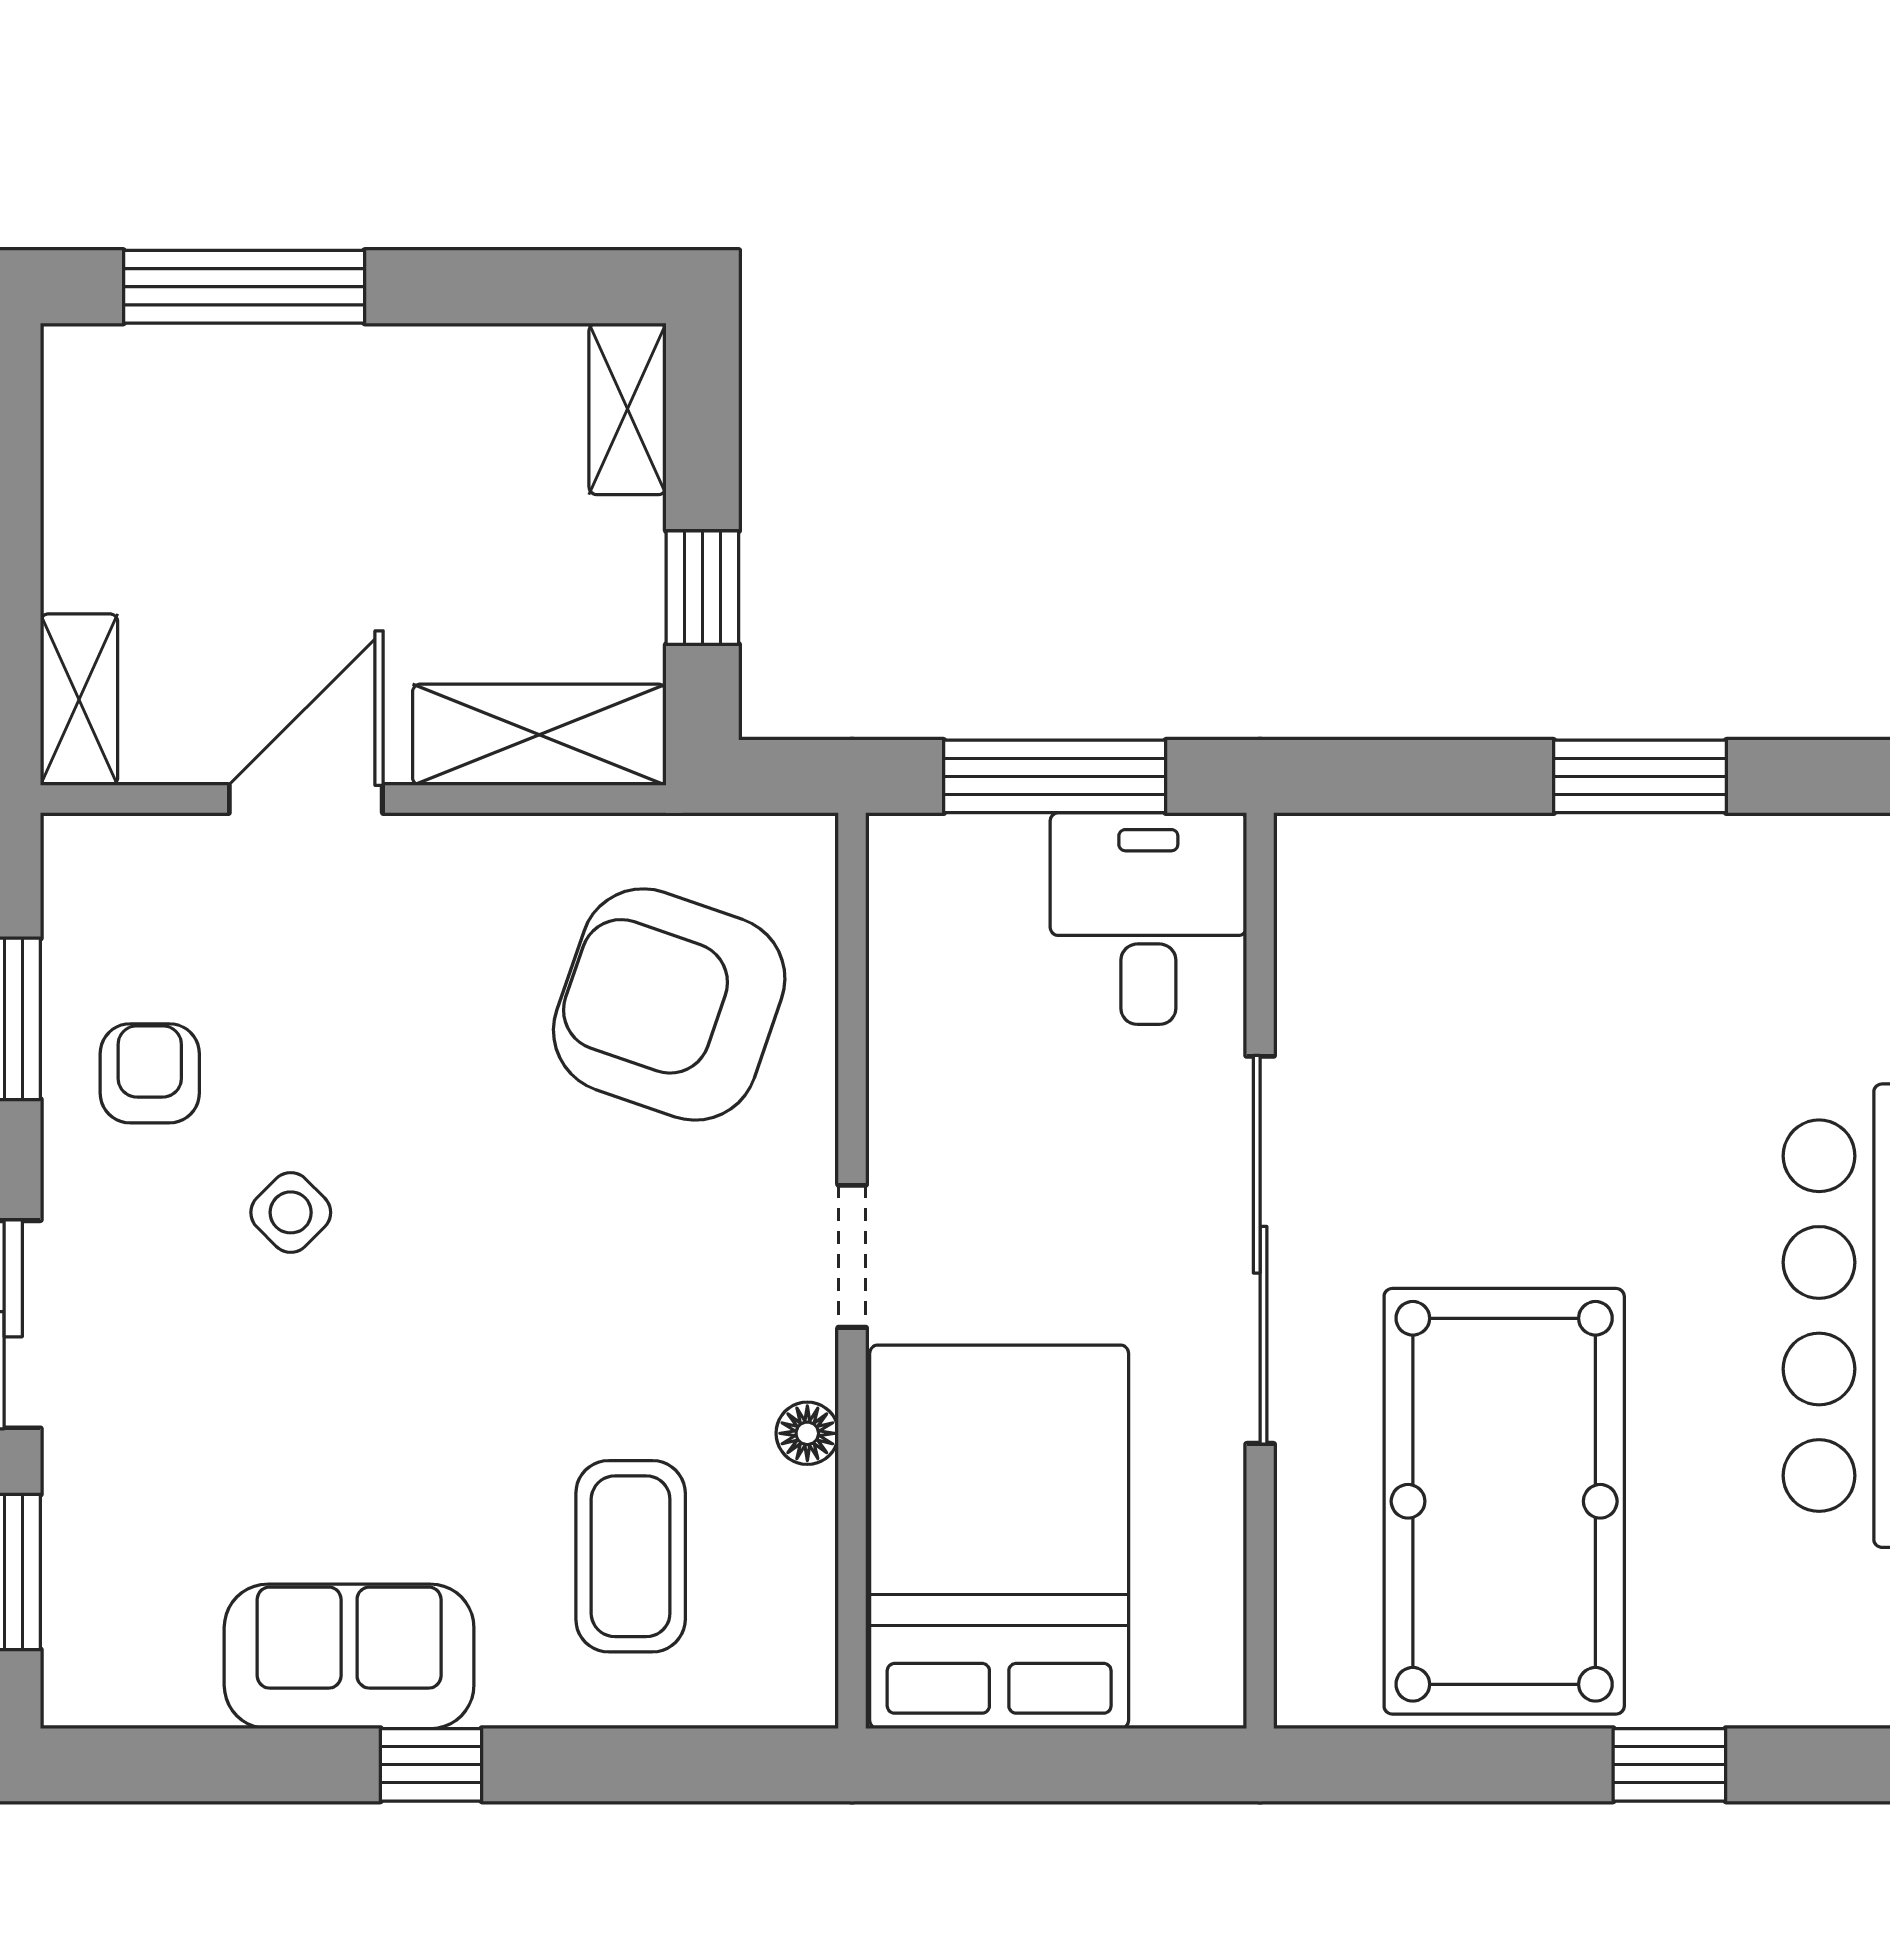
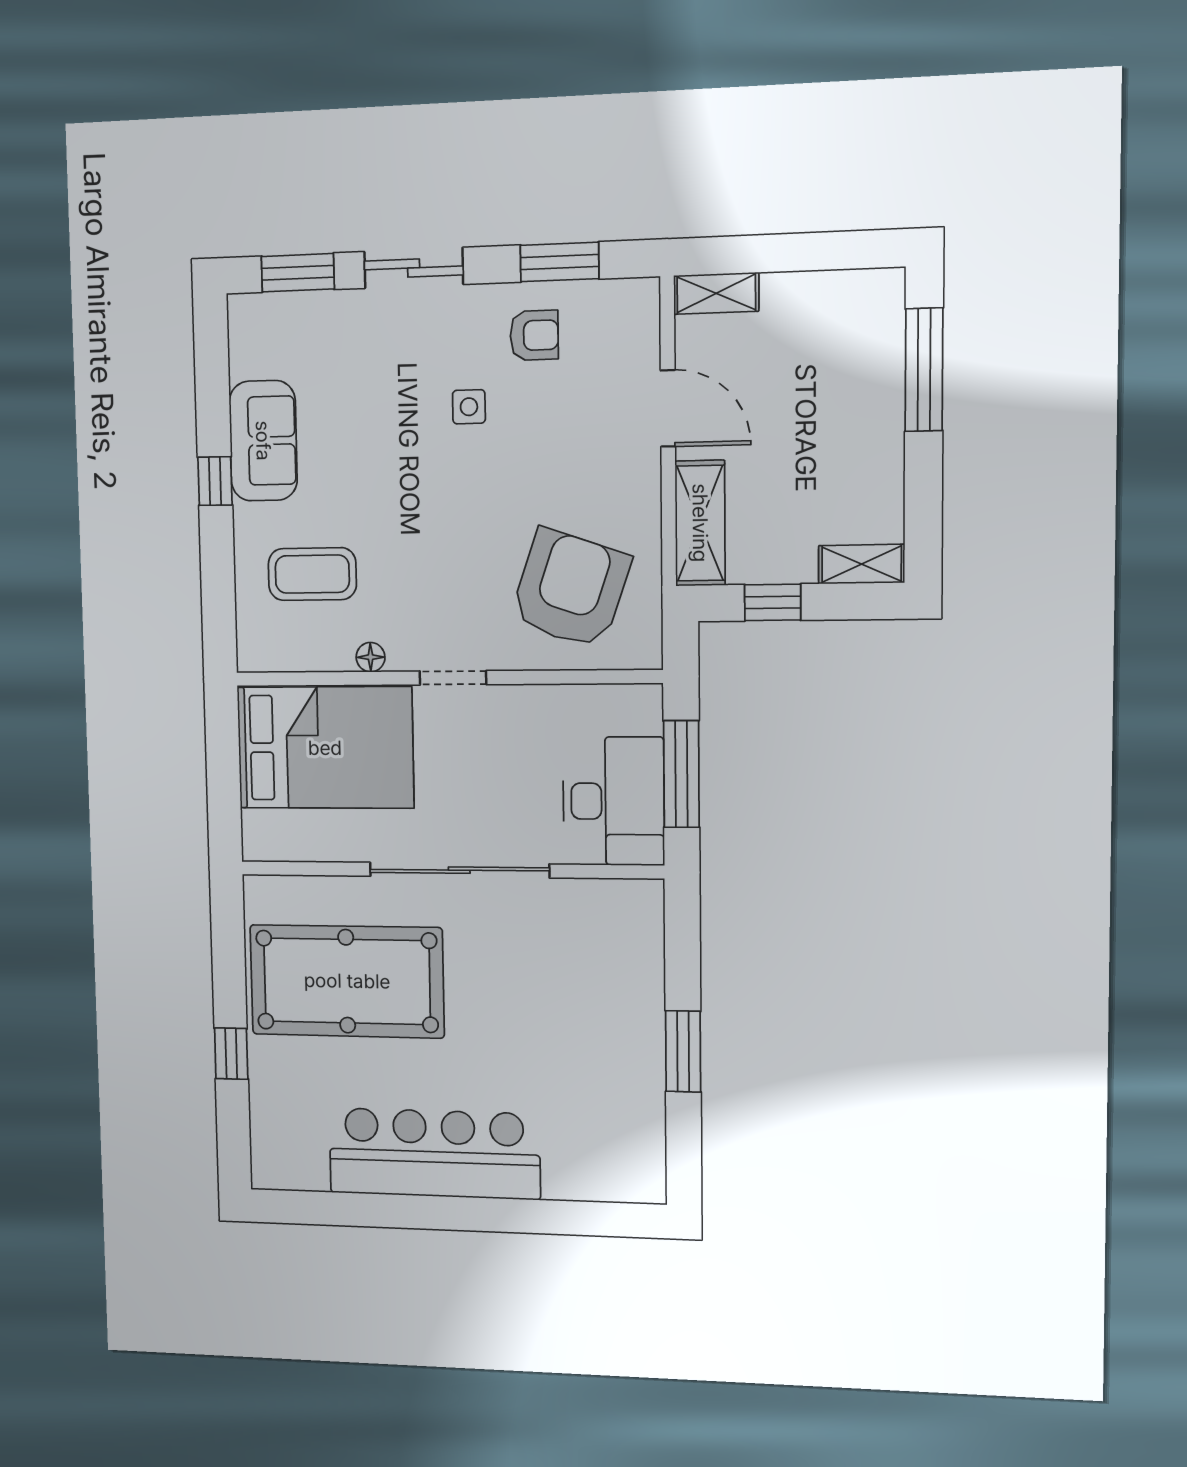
desk: (1148, 919) -> (614, 801), width x1.37
side table: (291, 1212) -> (469, 407), turned 45

